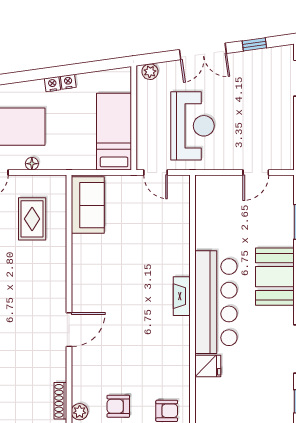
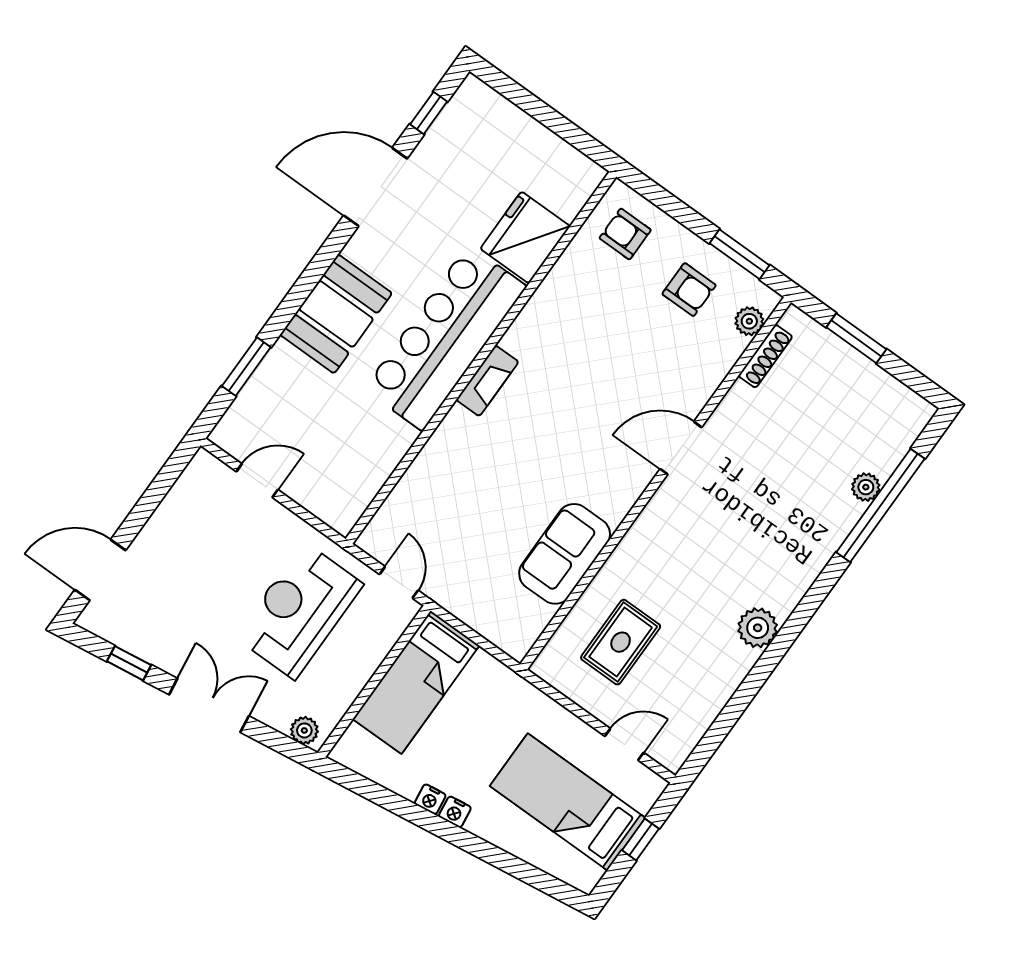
floor lamp: (32, 164) -> (565, 720), removed
sofa: (88, 205) -> (565, 554), moved
fridge: (208, 366) -> (525, 237), width x1.88, depth x1.34

